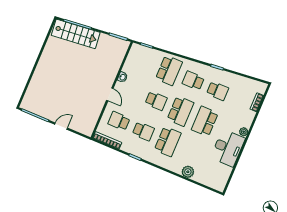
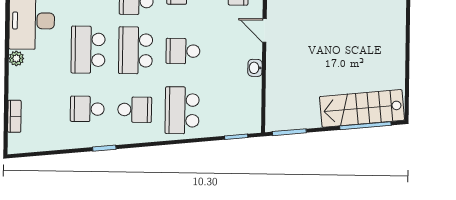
school desk: (205, 121) -> (88, 50), turned 180

